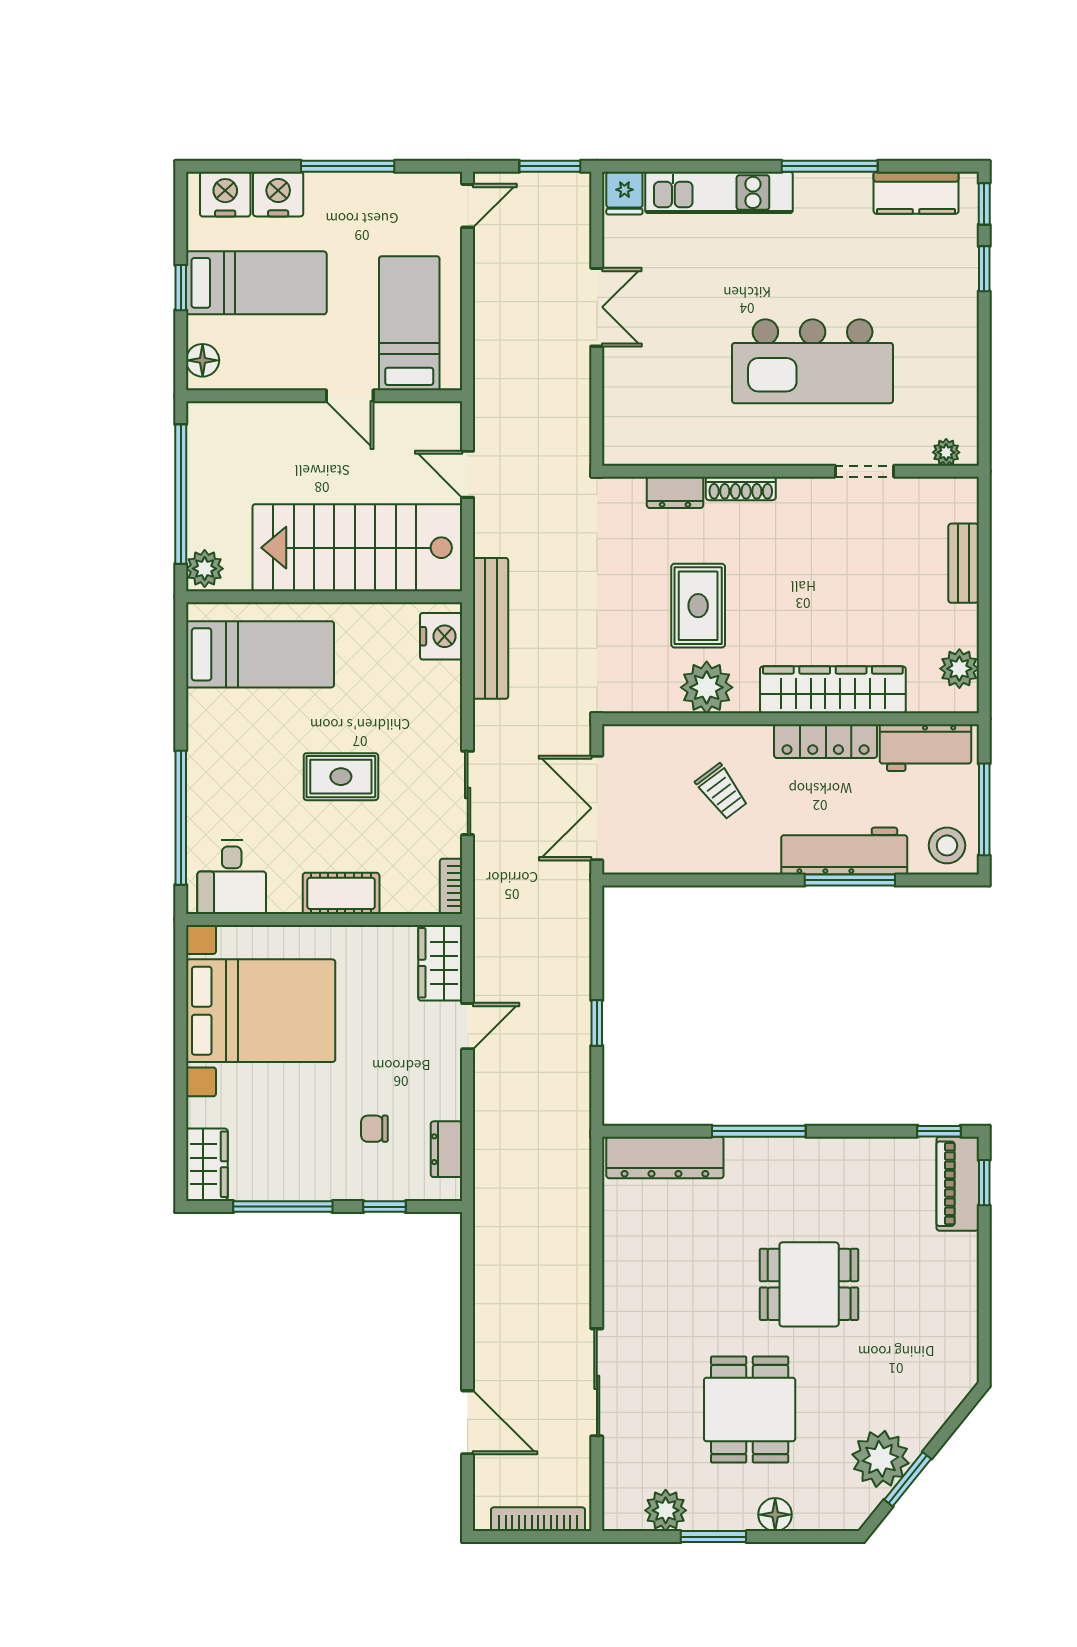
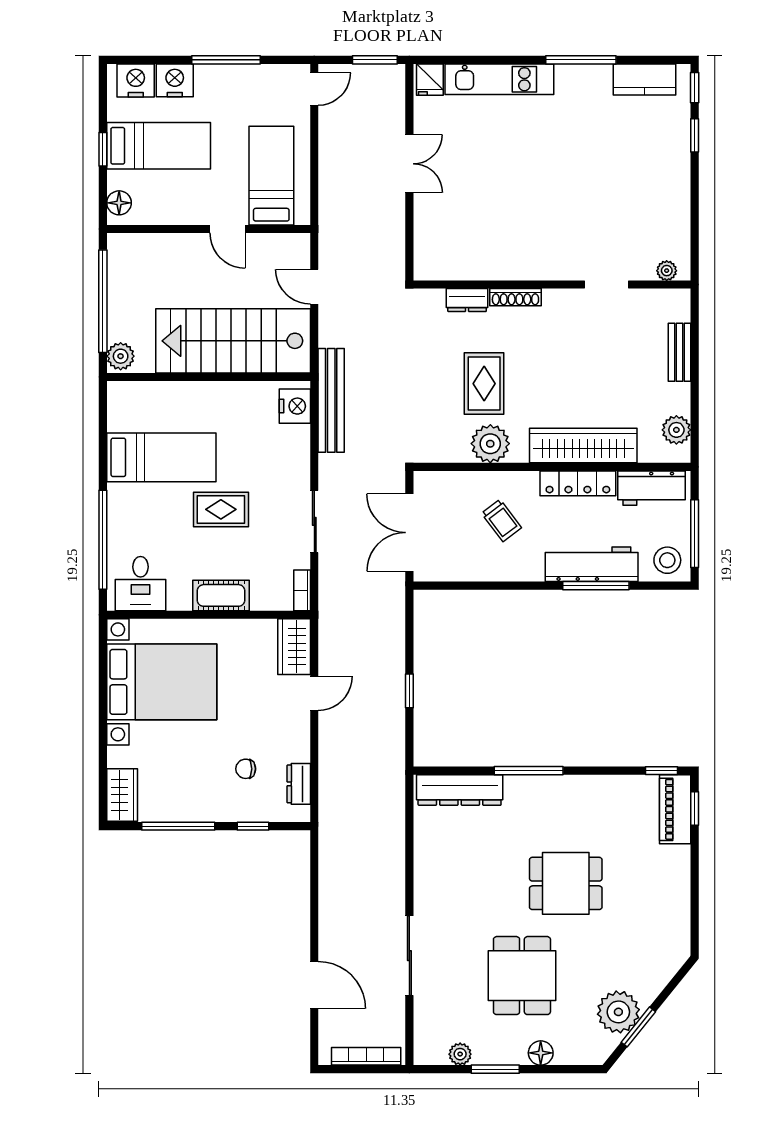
kitchen island: (813, 361) -> (568, 204), removed
bed: (260, 654) -> (161, 457), moved
plant: (666, 1510) -> (460, 1054), width x0.73, depth x0.73

